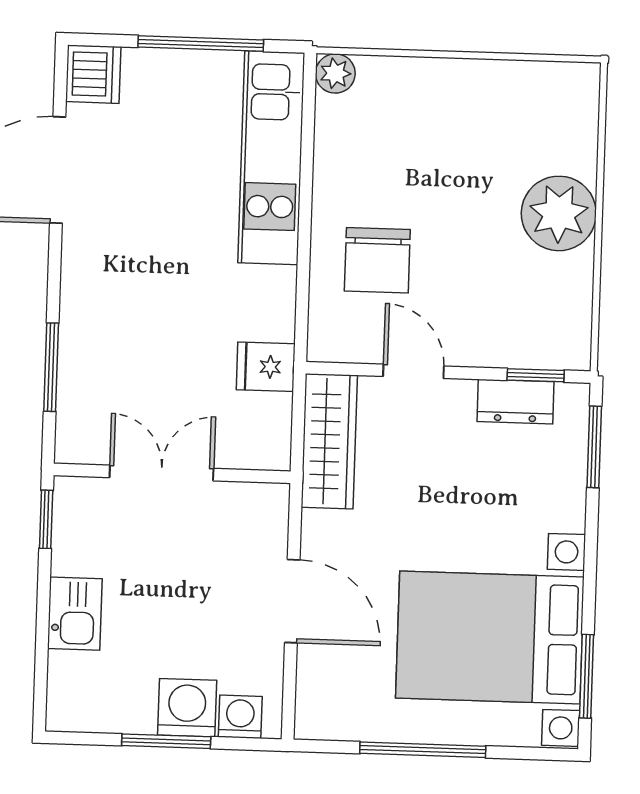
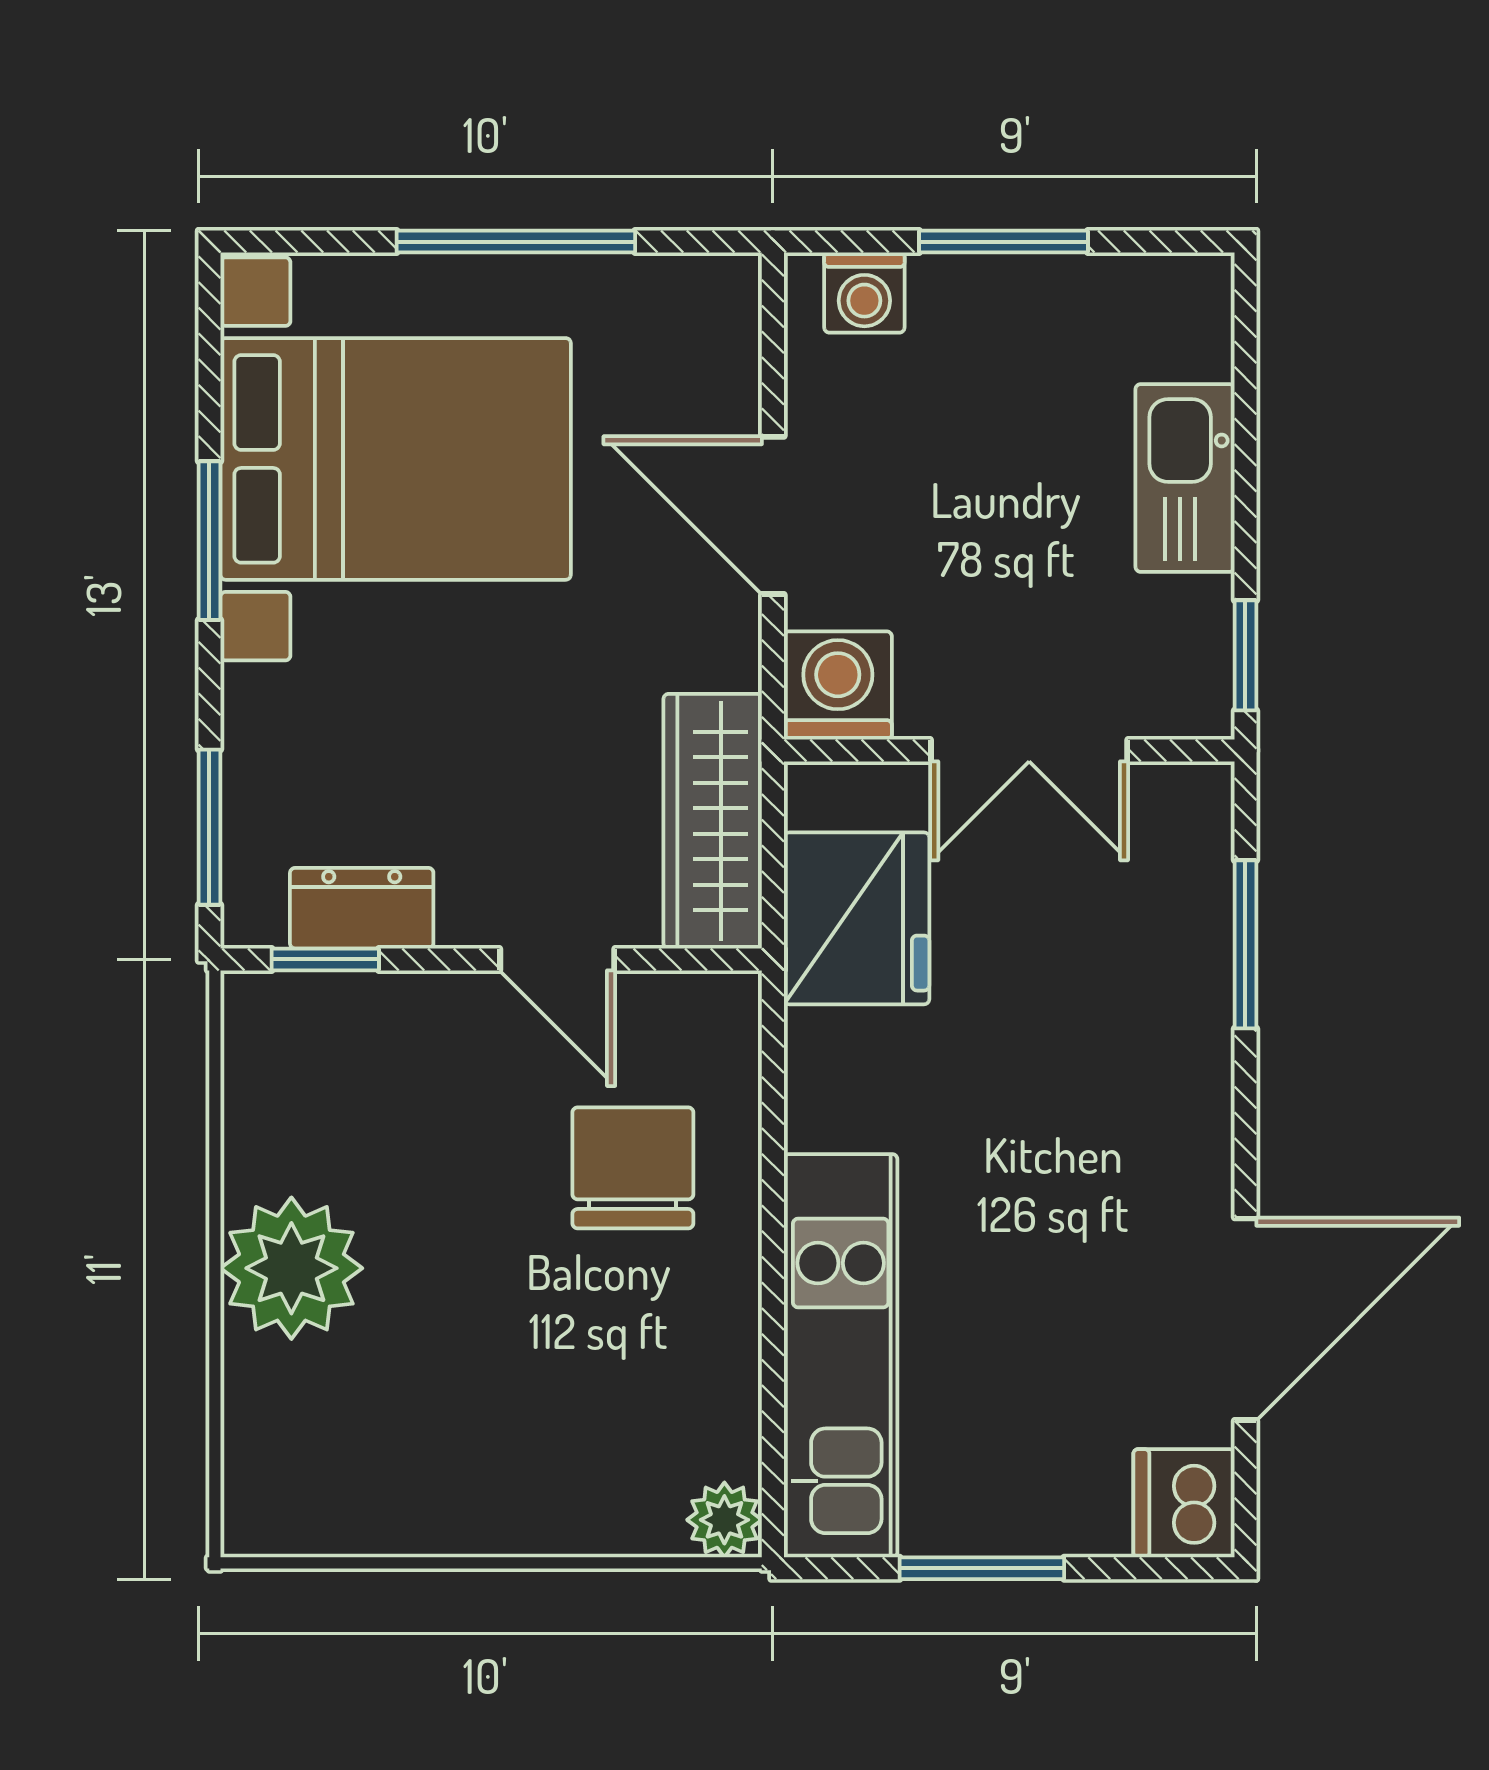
window: (201, 43) -> (982, 1568), width x0.69
fridge: (266, 367) -> (857, 918), width x1.88, depth x1.34
kitchen sink: (75, 614) -> (1185, 478), width x1.38
window: (587, 676) -> (209, 541), moved
washing machine: (187, 708) -> (838, 685), moved, turned 180

